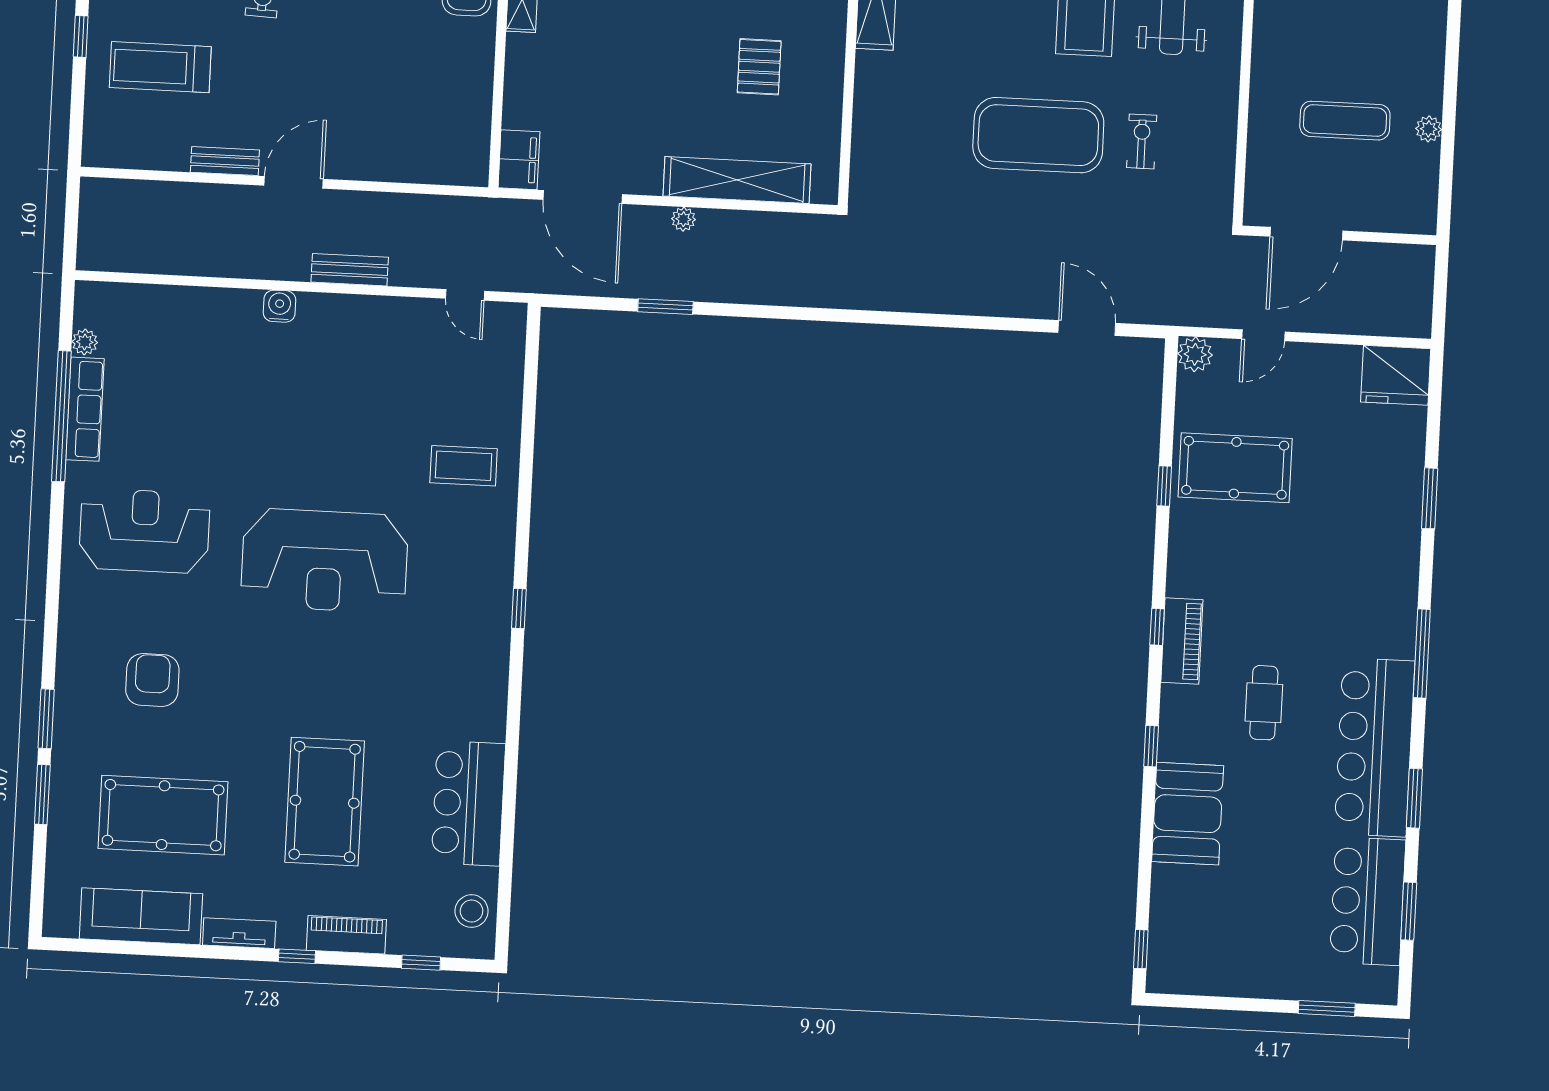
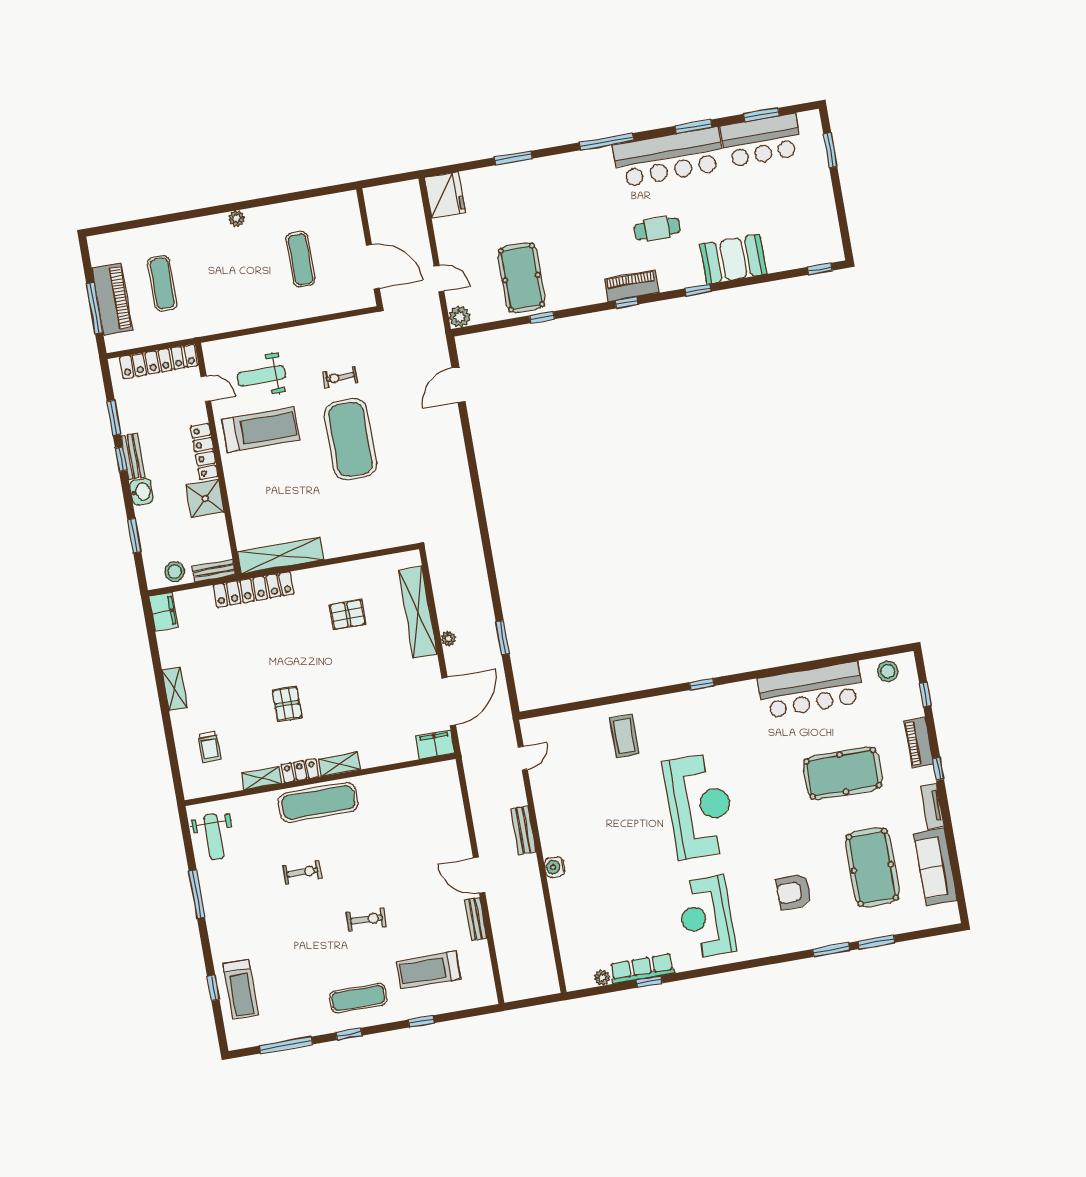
treadmill: (160, 67) -> (429, 970), turned 90
plant: (1429, 129) -> (237, 218), moved
window: (61, 416) -> (649, 982), width x0.32
bar counter: (468, 803) -> (811, 690), width x1.36

